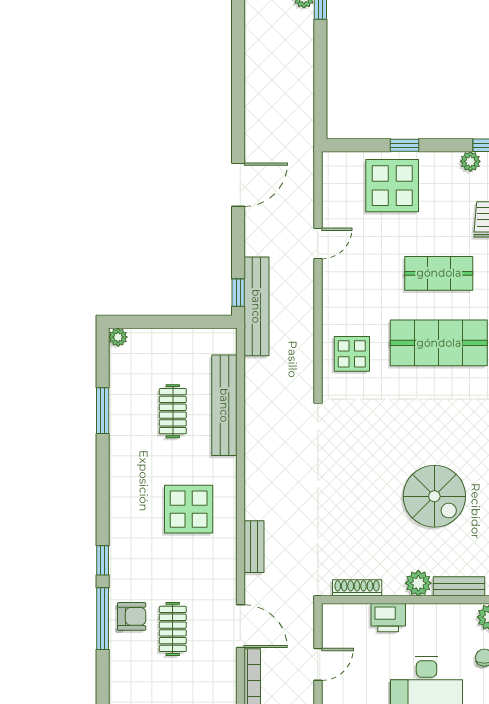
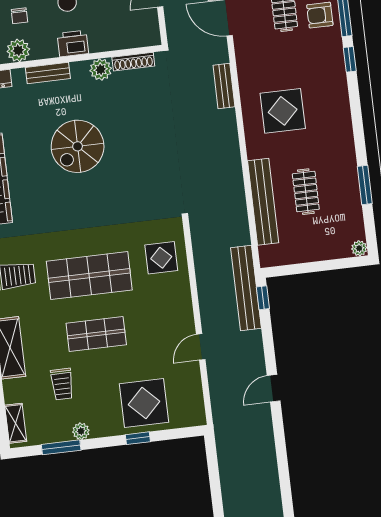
door: (238, 185) -> (274, 388), width x0.73
spiral stairs: (434, 496) -> (78, 146), turned -90
plant: (418, 583) -> (101, 70), moved
printer: (388, 618) -> (73, 43), moved

